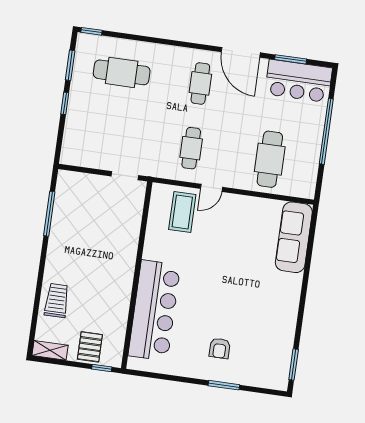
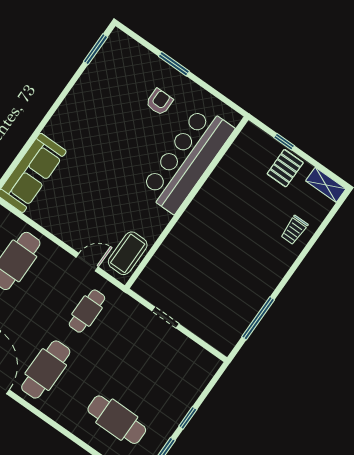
cafe table: (200, 83) -> (46, 370), width x1.37, depth x1.35
wall: (137, 275) -> (187, 203), moved
trolley: (57, 300) -> (294, 230), width x0.73, depth x0.72
bar counter: (154, 310) -> (187, 159), moved

